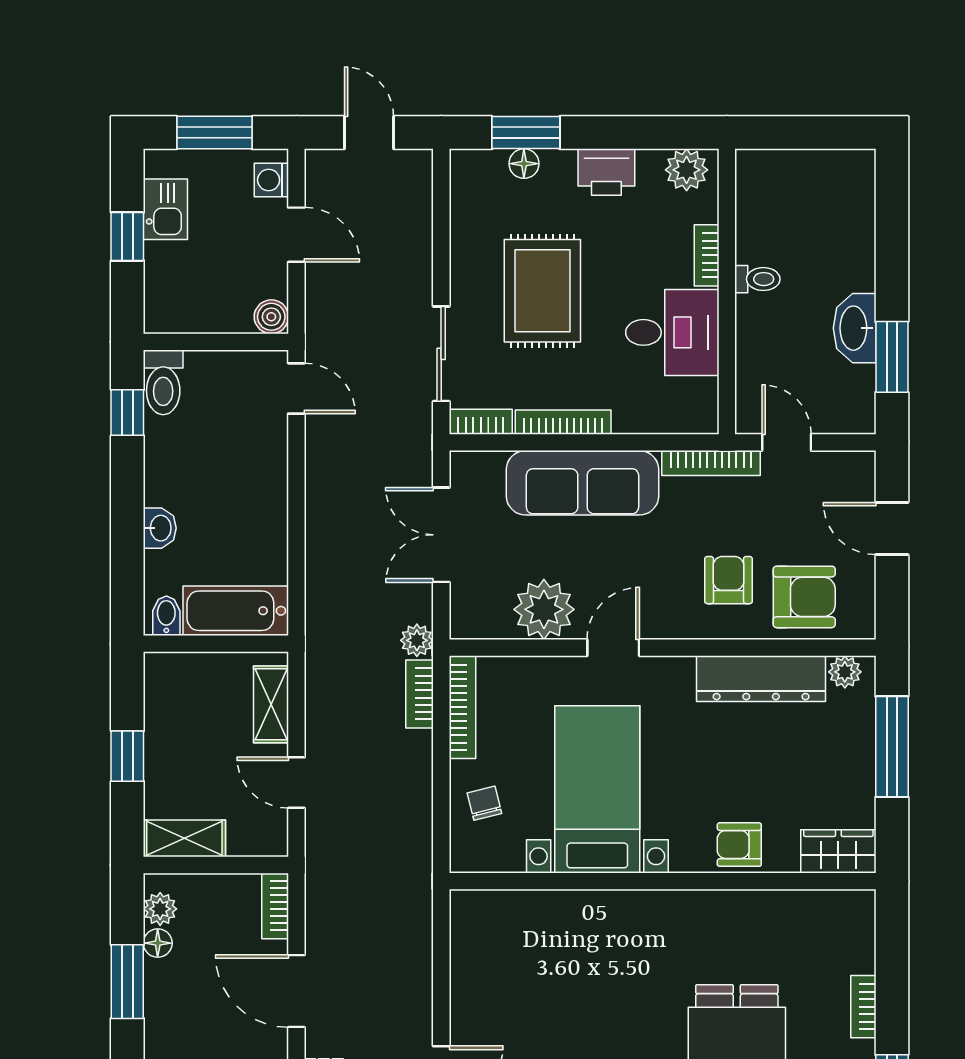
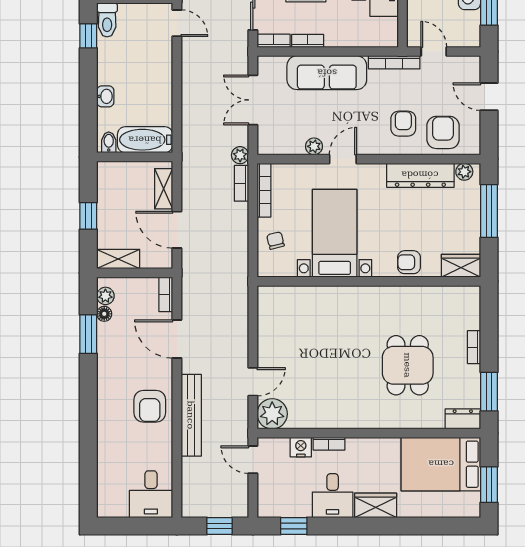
bookcase: (563, 422) -> (308, 41), width x0.64
armchair: (804, 597) -> (443, 132), turned -90
plant: (544, 609) -> (314, 146), width x0.53, depth x0.53
door: (296, 783) -> (177, 230), width x1.38

